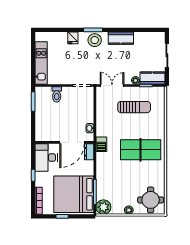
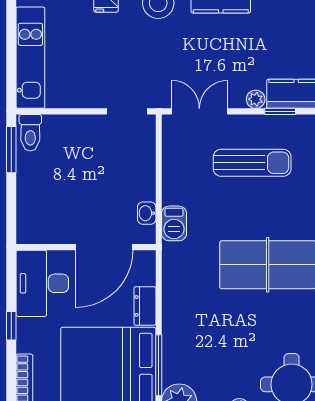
toilet: (57, 94) -> (30, 133), moved
barbecue: (101, 144) -> (174, 223), moved
dresser: (89, 152) -> (145, 306), moved

